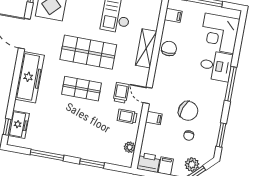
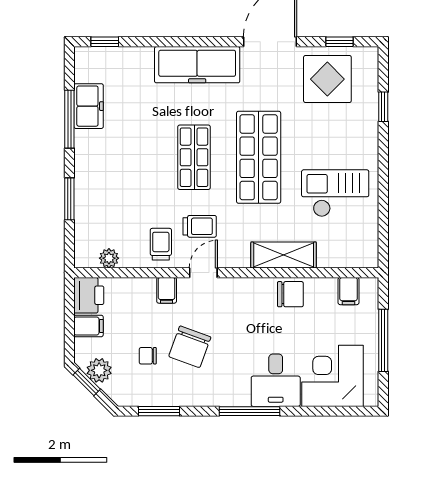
freezer: (19, 124) -> (89, 106), moved, turned -90

